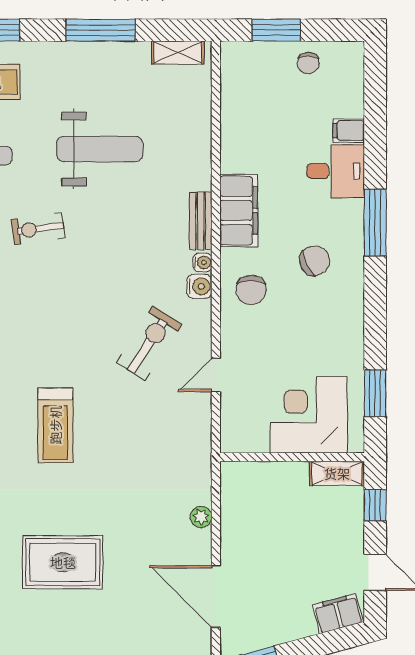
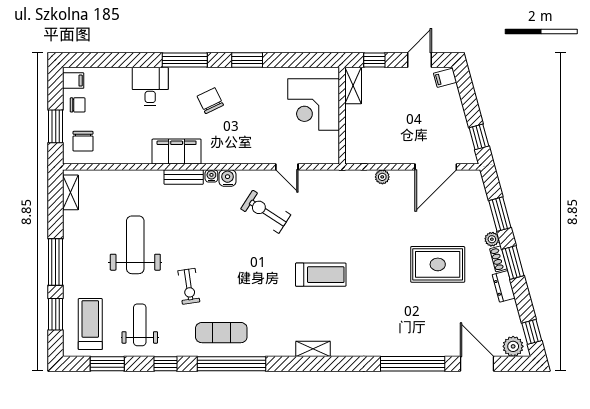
window: (101, 30) -> (56, 262), moved
filing cabinet: (349, 131) -> (73, 81), moved, turned -90
chair: (251, 290) -> (83, 141), moved, turned 90
window: (375, 393) -> (247, 60), moved
rug: (63, 562) -> (438, 264), moved, turned 90
filing cabinet: (338, 613) -> (445, 78), width x0.50

